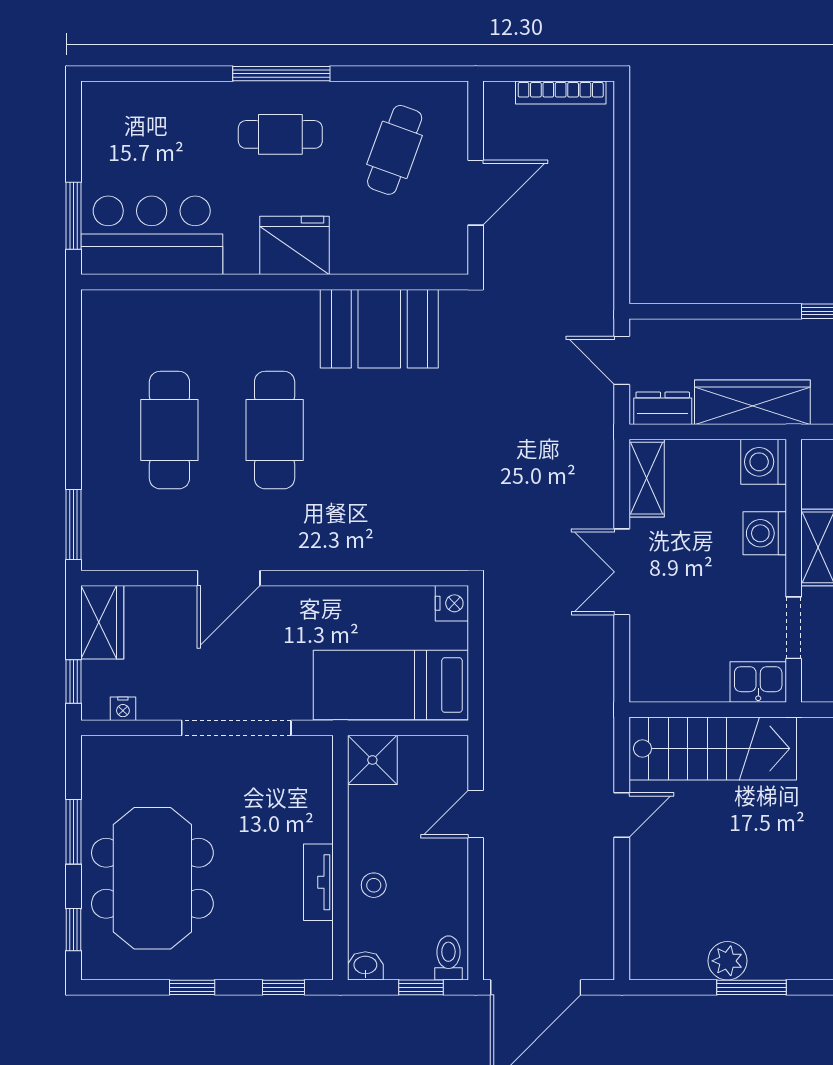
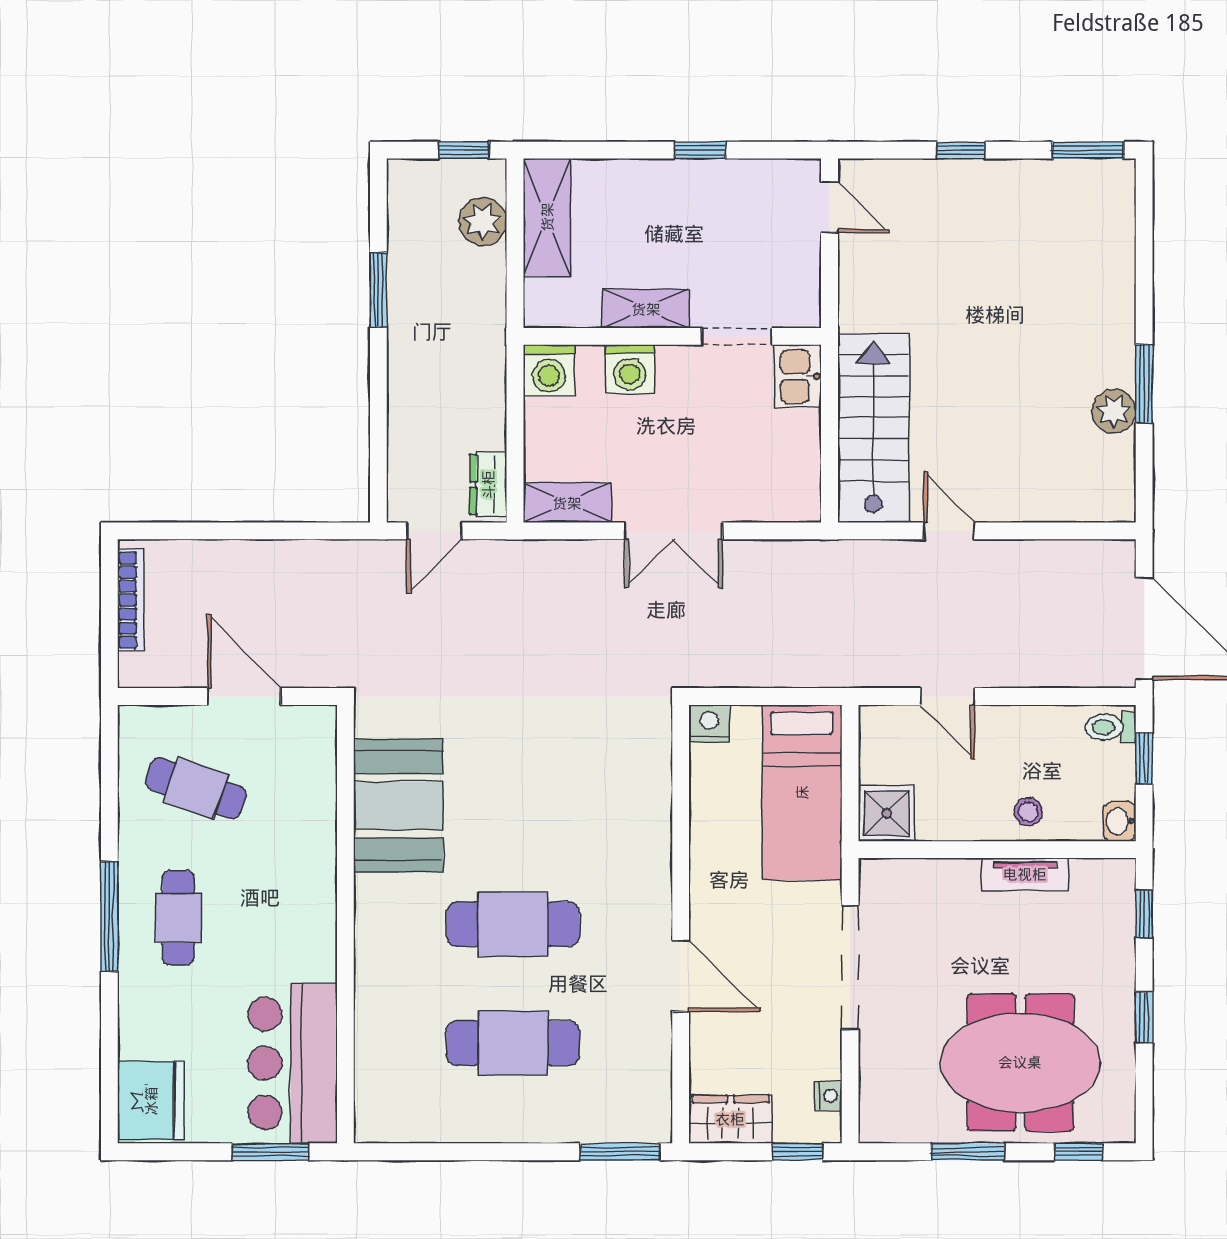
fridge: (295, 245) -> (151, 1101), moved, turned 180
wardrobe: (752, 402) -> (481, 383), removed

